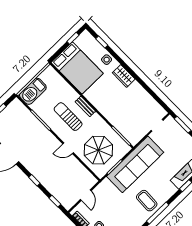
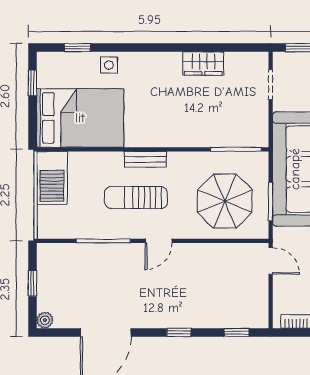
wardrobe: (124, 76) -> (203, 63), moved
barbecue: (33, 91) -> (52, 178), moved
door: (68, 148) -> (159, 241), moved
door: (86, 195) -> (271, 261), moved

